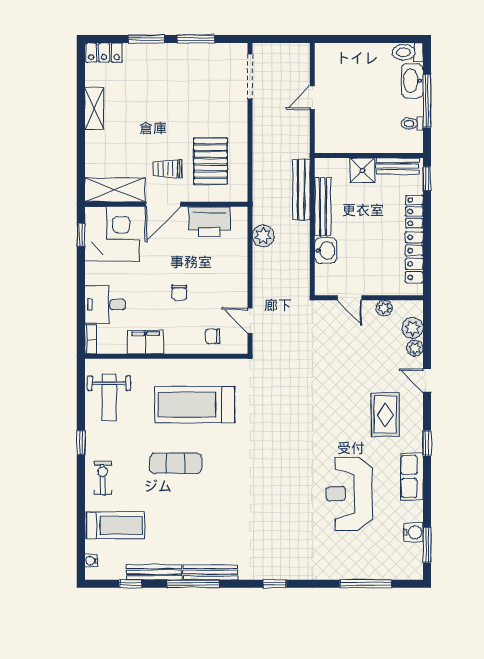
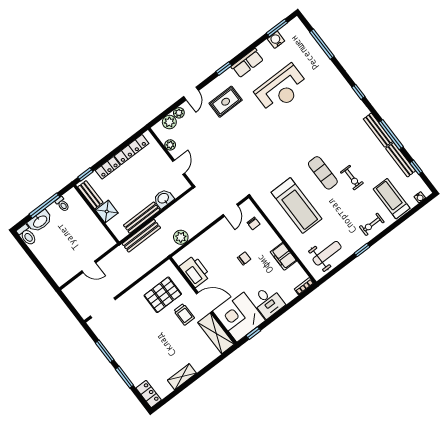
desk: (105, 305) -> (268, 302), moved
exercise mat: (176, 463) -> (323, 173), moved
exercise bike: (177, 497) -> (352, 178), added

